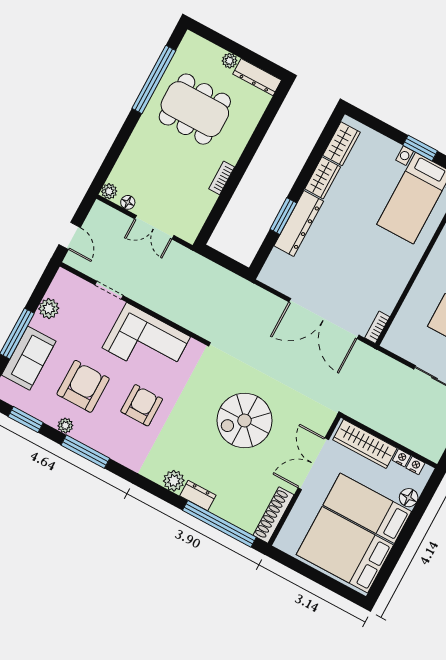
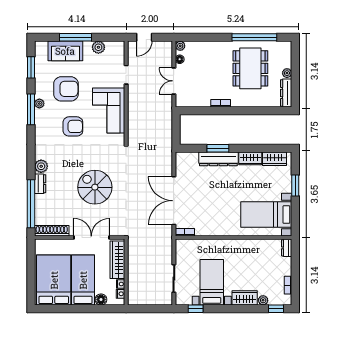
window: (420, 148) -> (295, 185), moved
plant: (65, 426) -> (39, 104), moved

